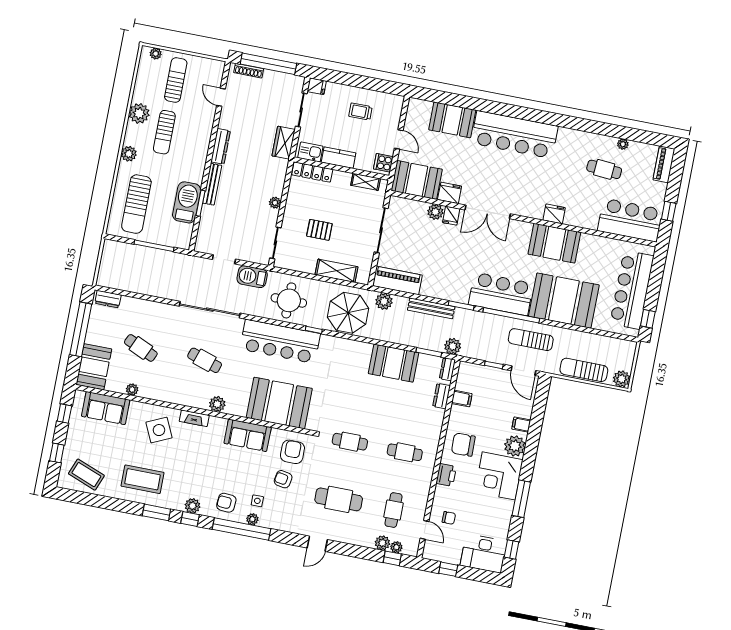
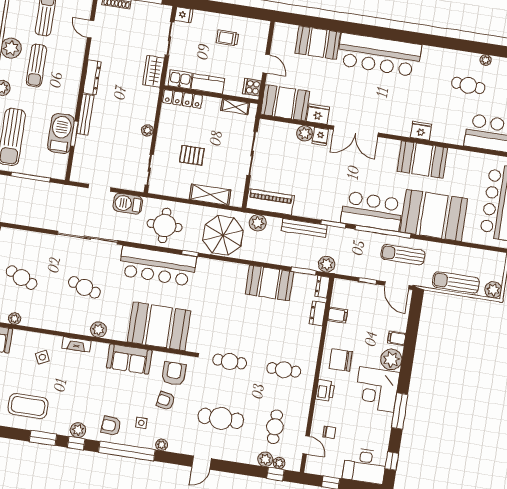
side table: (159, 430) -> (42, 357), width x0.54, depth x0.54
plant: (252, 519) -> (162, 445), moved

